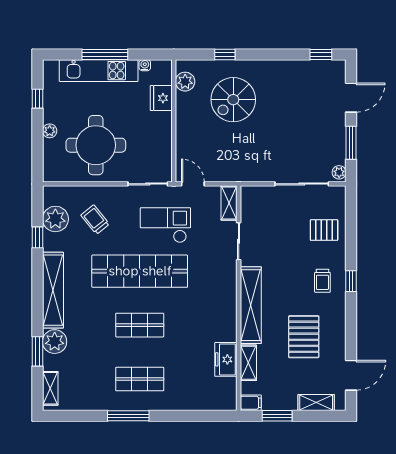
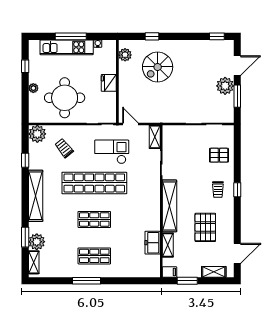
fridge: (161, 98) -> (109, 83), moved
plant: (339, 172) -> (225, 86), moved, width x1.88, depth x1.88
plant: (55, 219) -> (37, 134), moved
plant: (55, 342) -> (37, 242), moved

